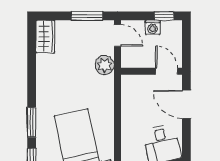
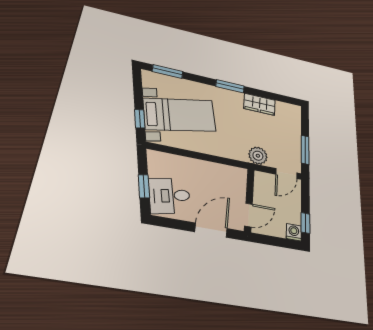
washing machine: (153, 27) -> (294, 232), moved, turned 90
wardrobe: (45, 37) -> (259, 104), moved
window: (32, 122) -> (230, 86), moved

